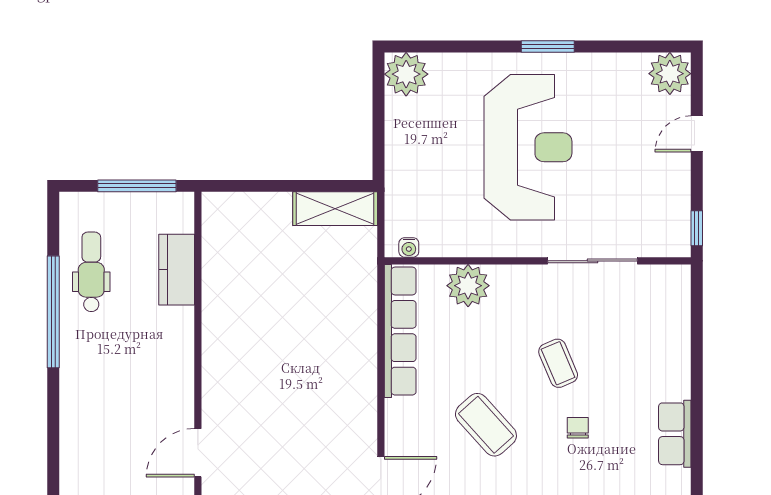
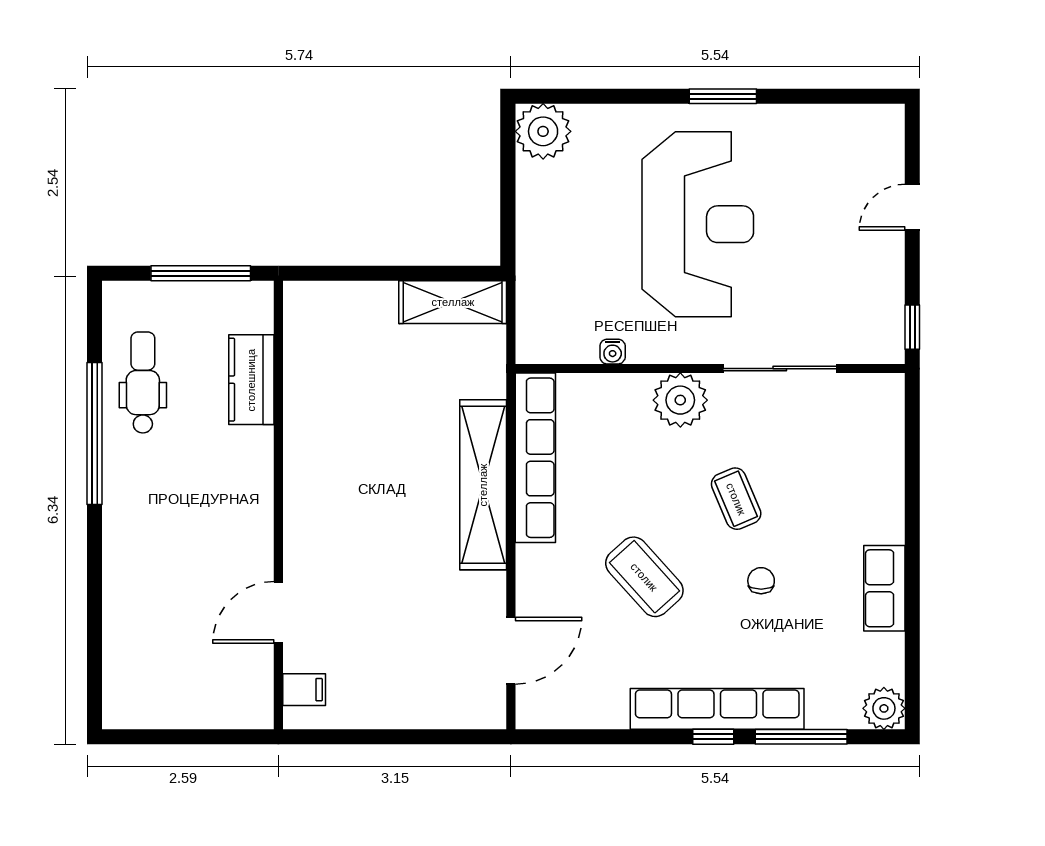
plant: (670, 74) -> (878, 131), removed
water cooler: (409, 247) -> (613, 352), moved
plant: (468, 286) -> (680, 400), moved
shelving: (359, 352) -> (483, 485), added

